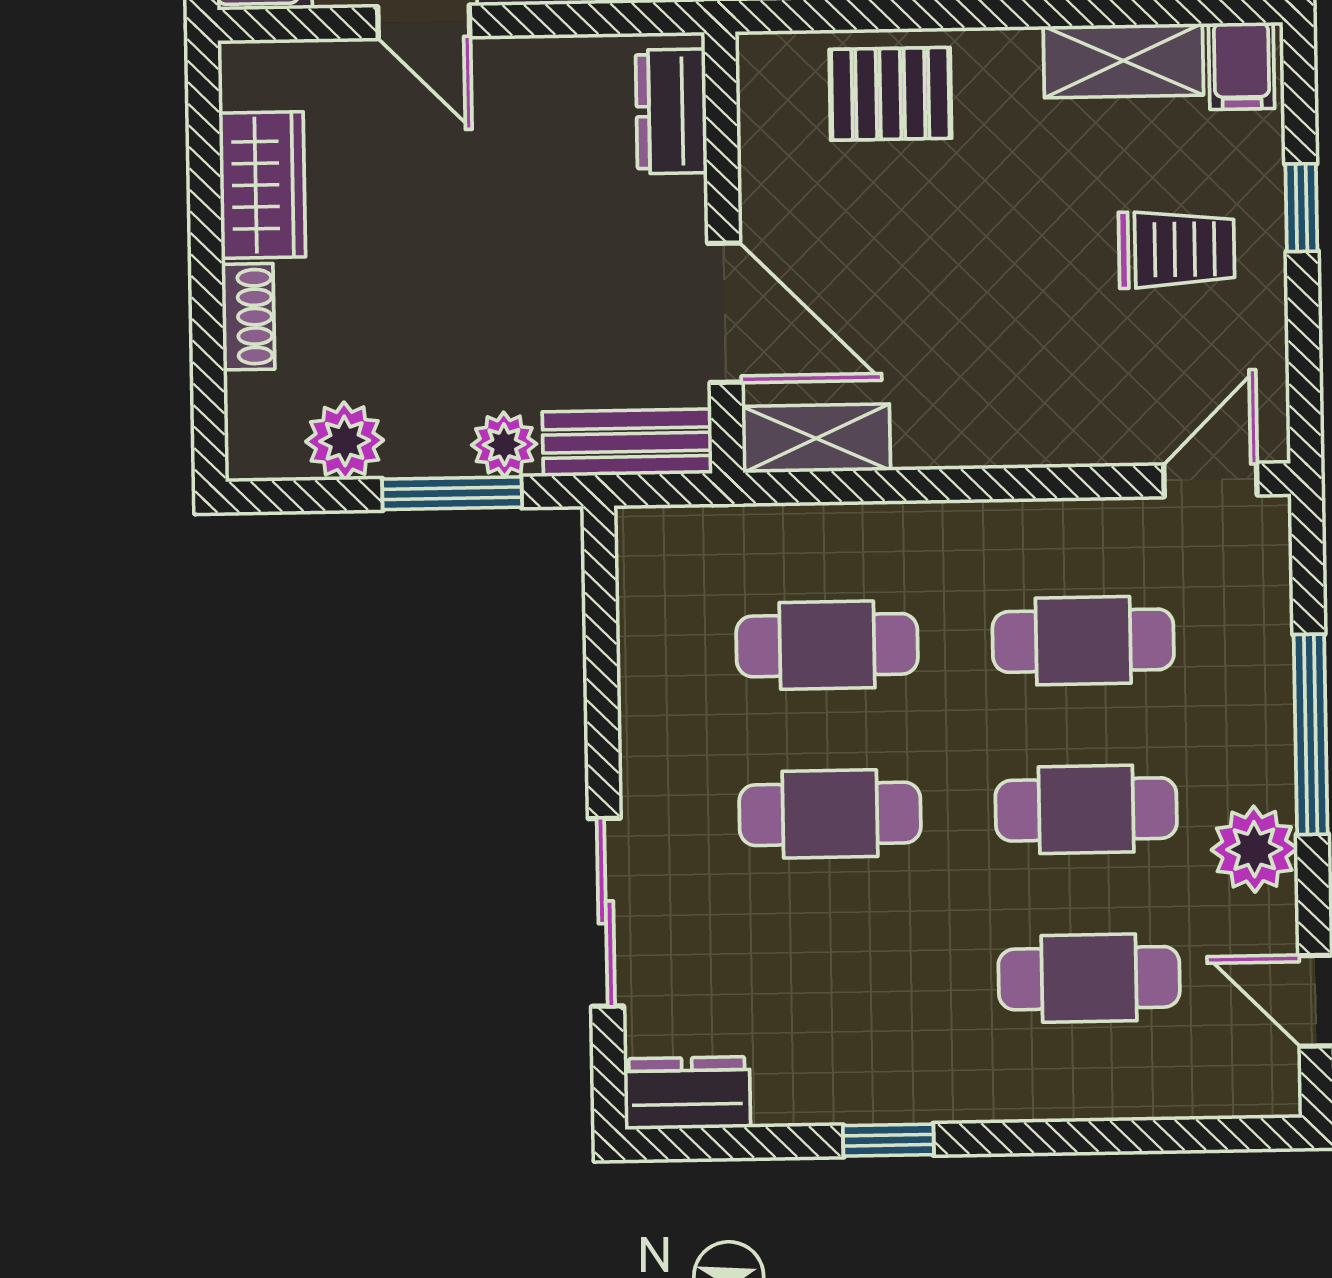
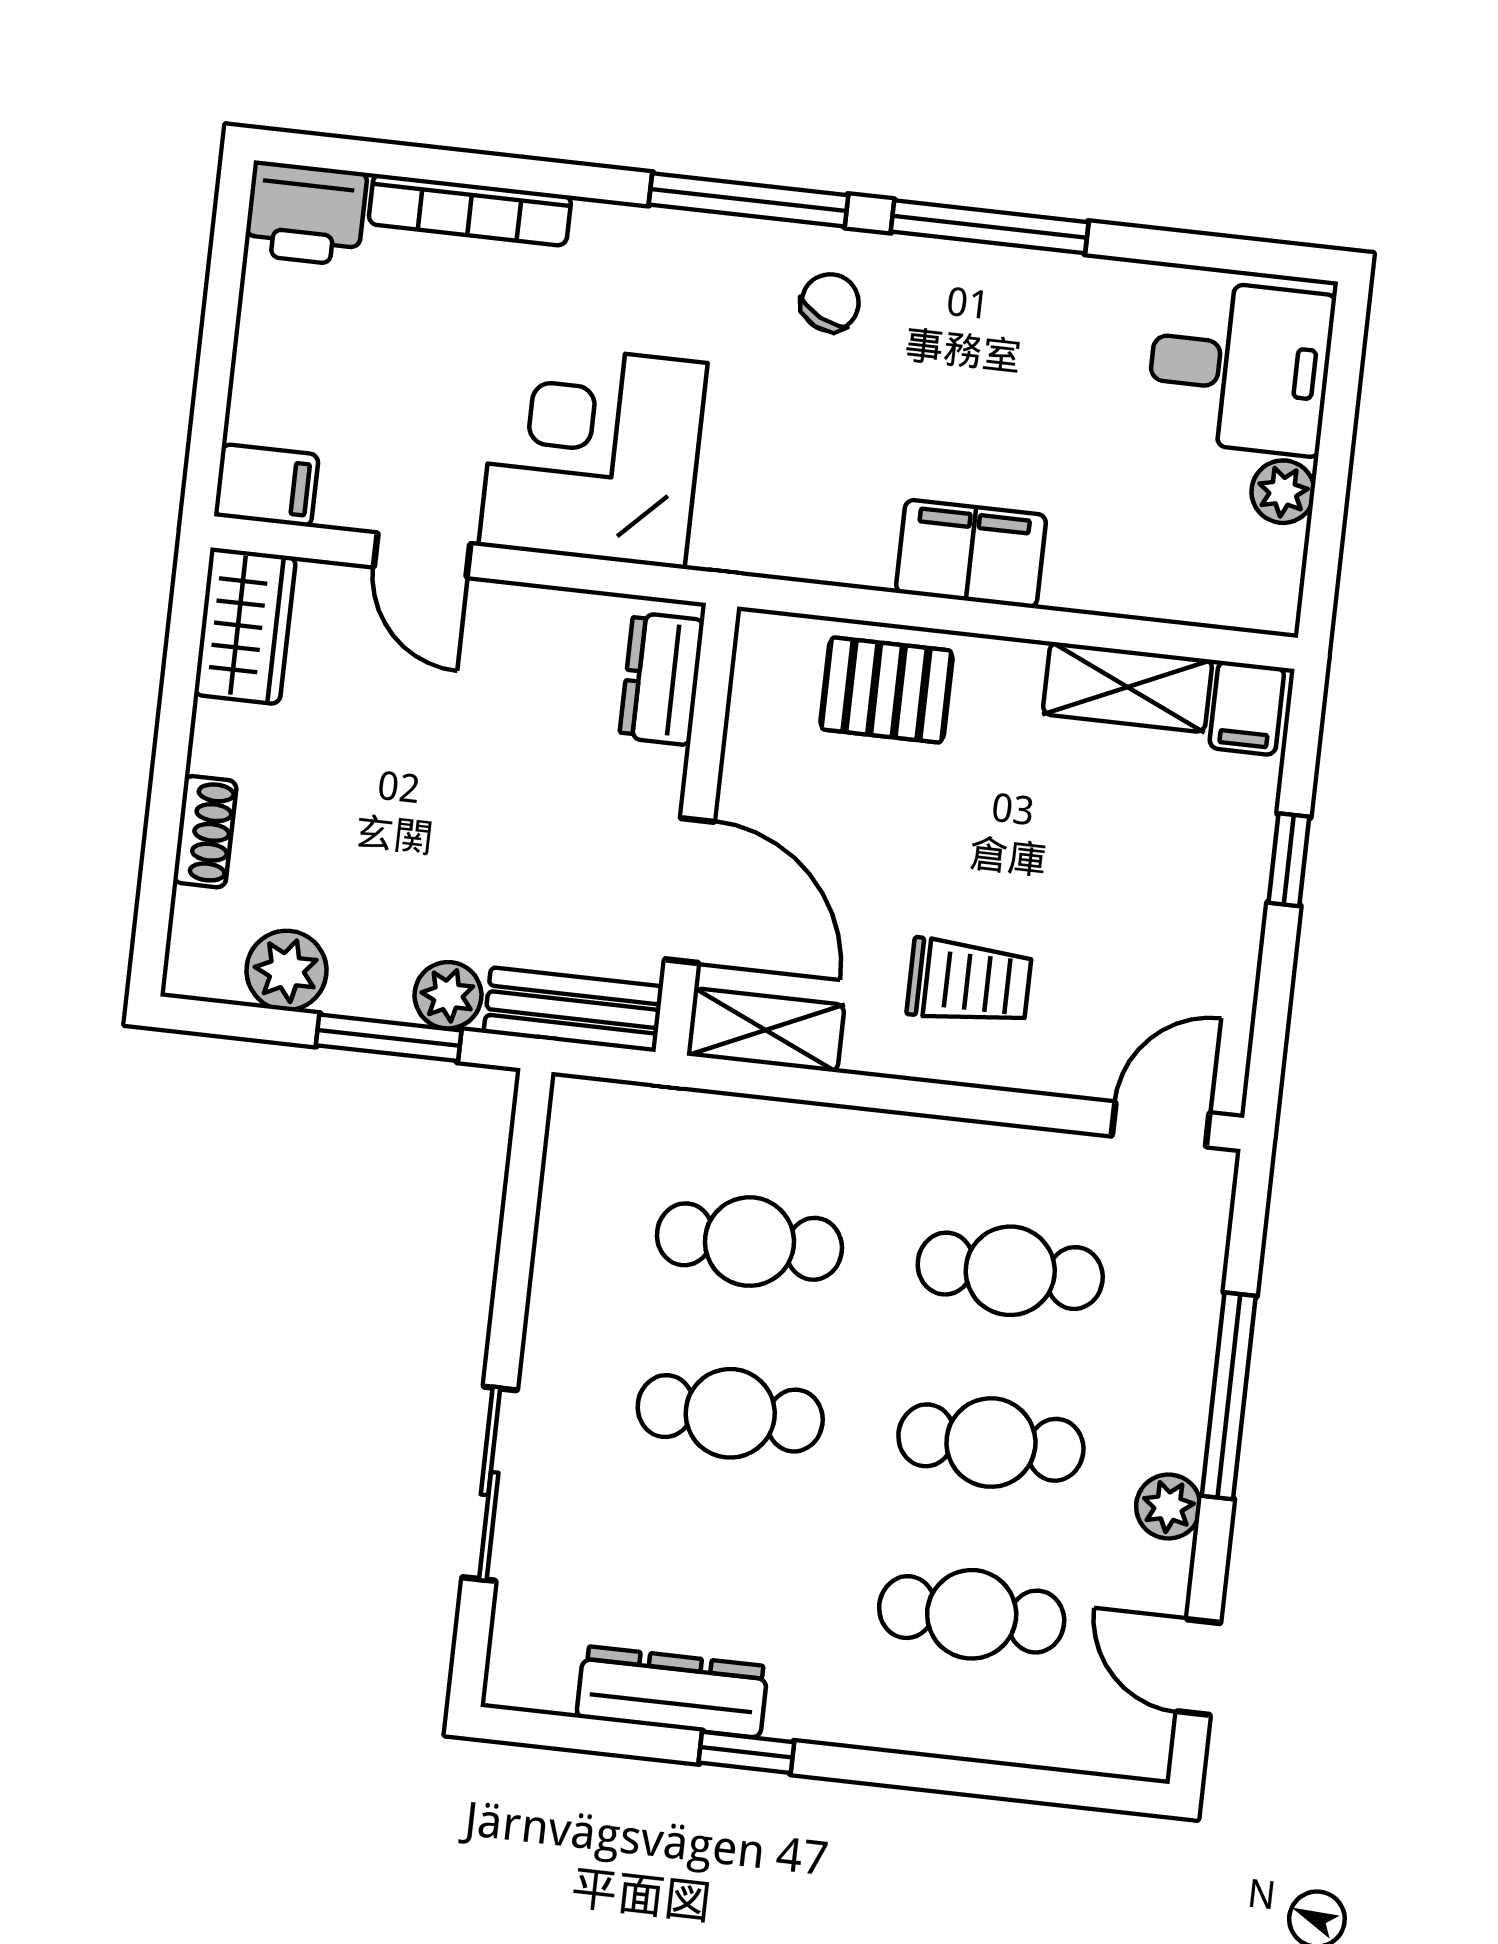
wardrobe: (262, 185) -> (245, 626), moved
trolley: (1177, 249) -> (969, 982), moved
plant: (1254, 849) -> (1168, 1506), width x0.73, depth x0.73
dresser: (687, 1093) -> (672, 1692), moved, width x1.44

